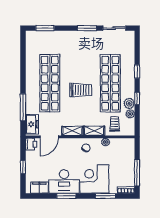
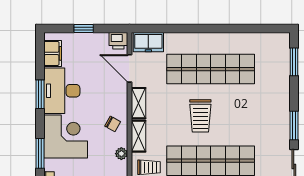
window: (23, 107) -> (174, 29), removed

